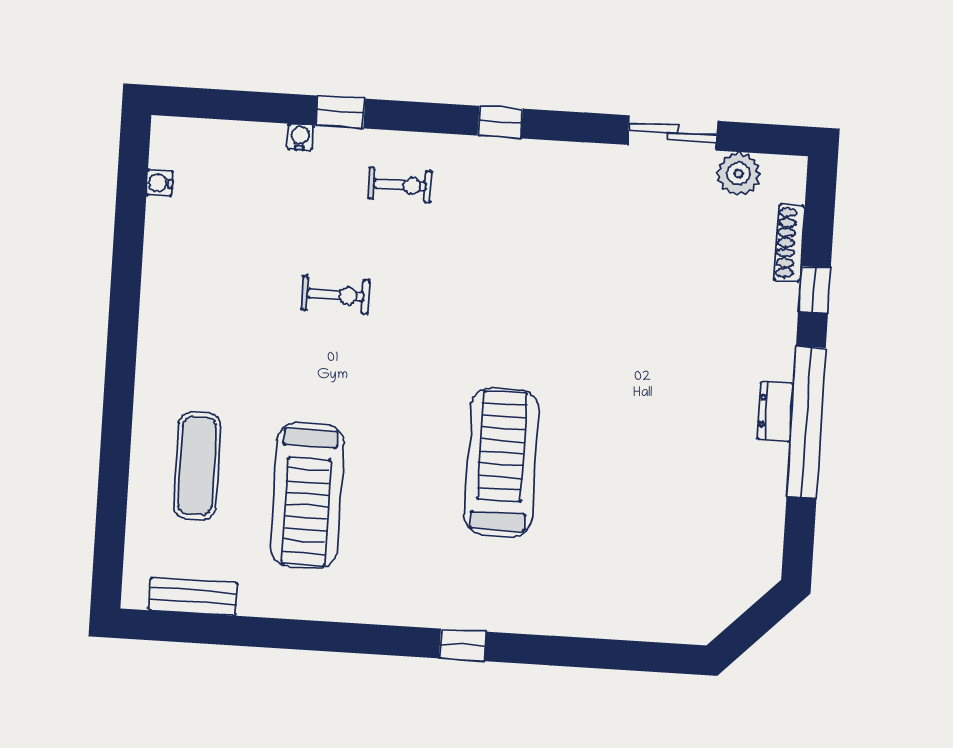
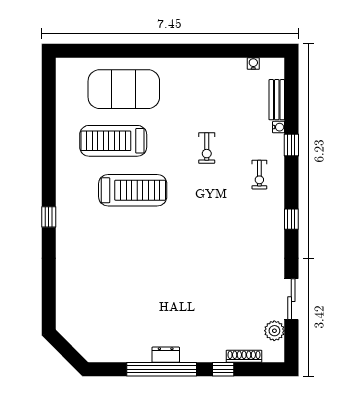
treadmill: (501, 462) -> (133, 190), moved
exercise mat: (197, 466) -> (124, 89), width x2.00, depth x1.45
bench: (193, 596) -> (277, 100), moved

